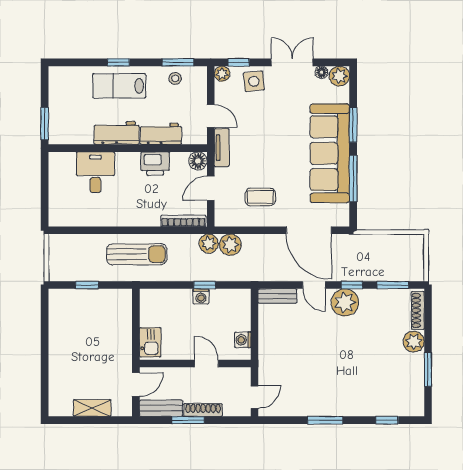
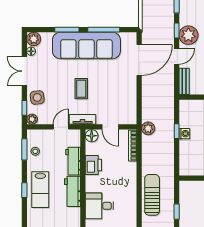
coffee table: (260, 197) -> (81, 89), moved
plant: (230, 245) -> (149, 114), removed
sun lounger: (137, 254) -> (152, 195), moved

